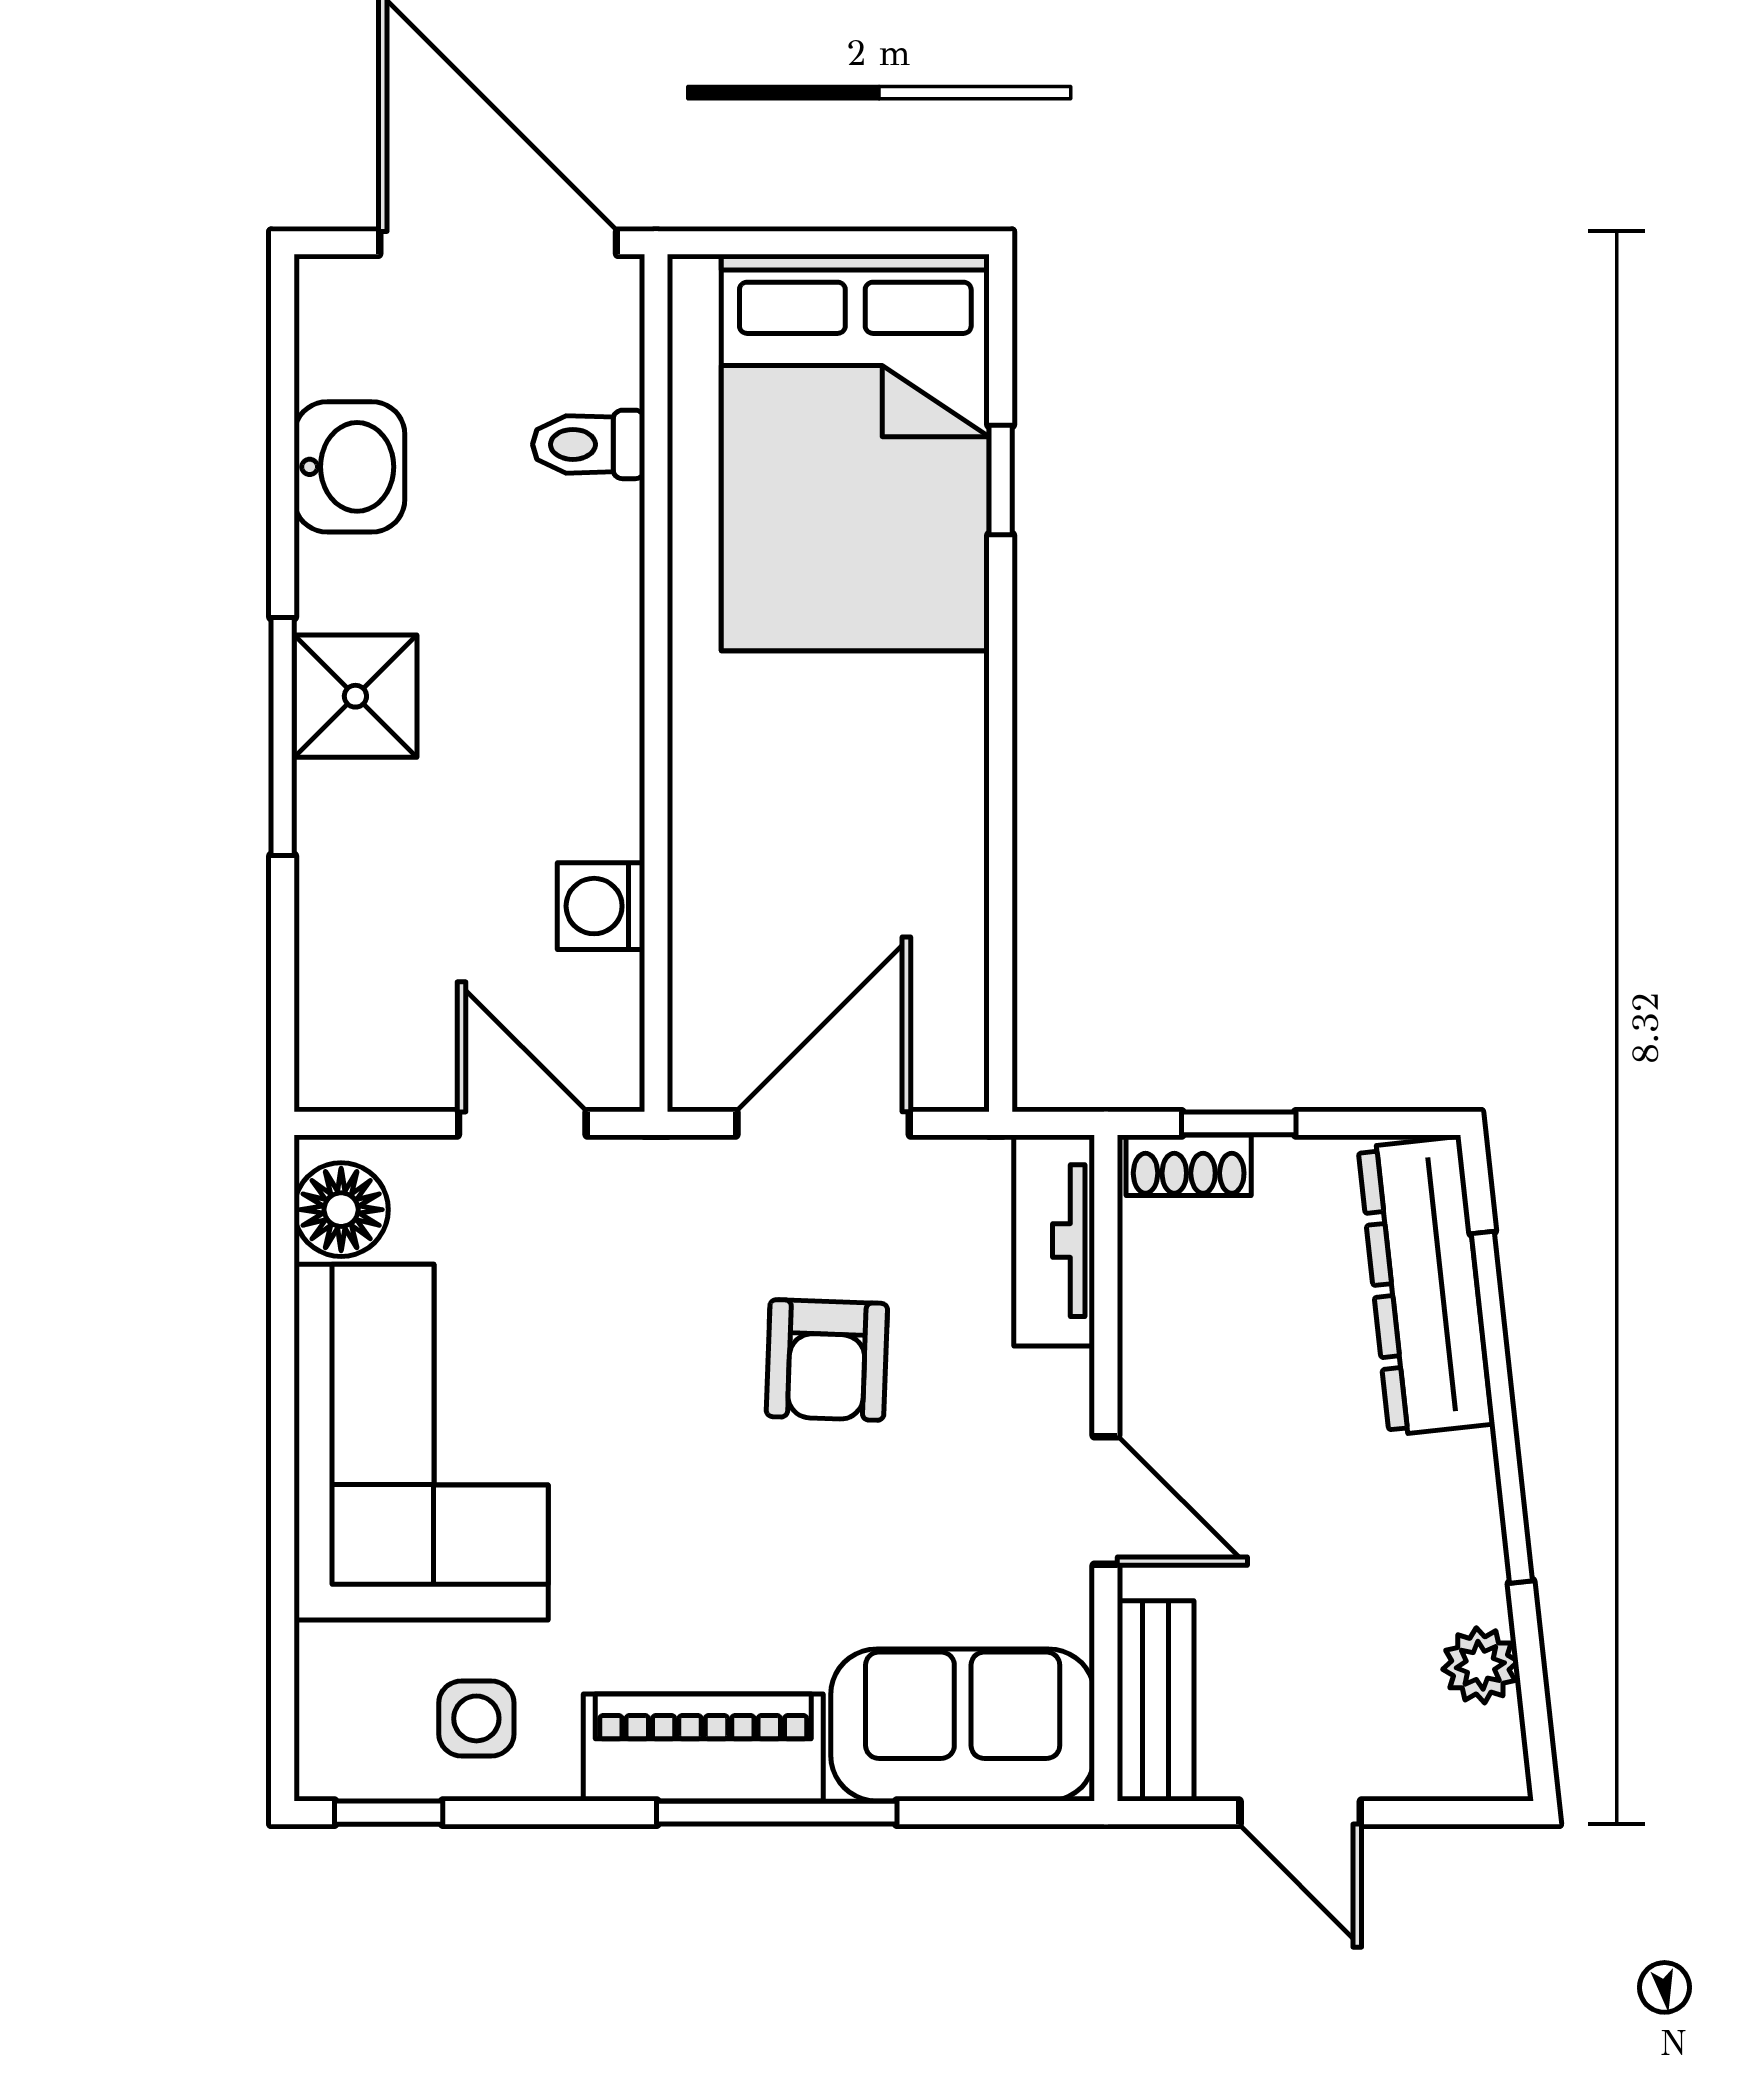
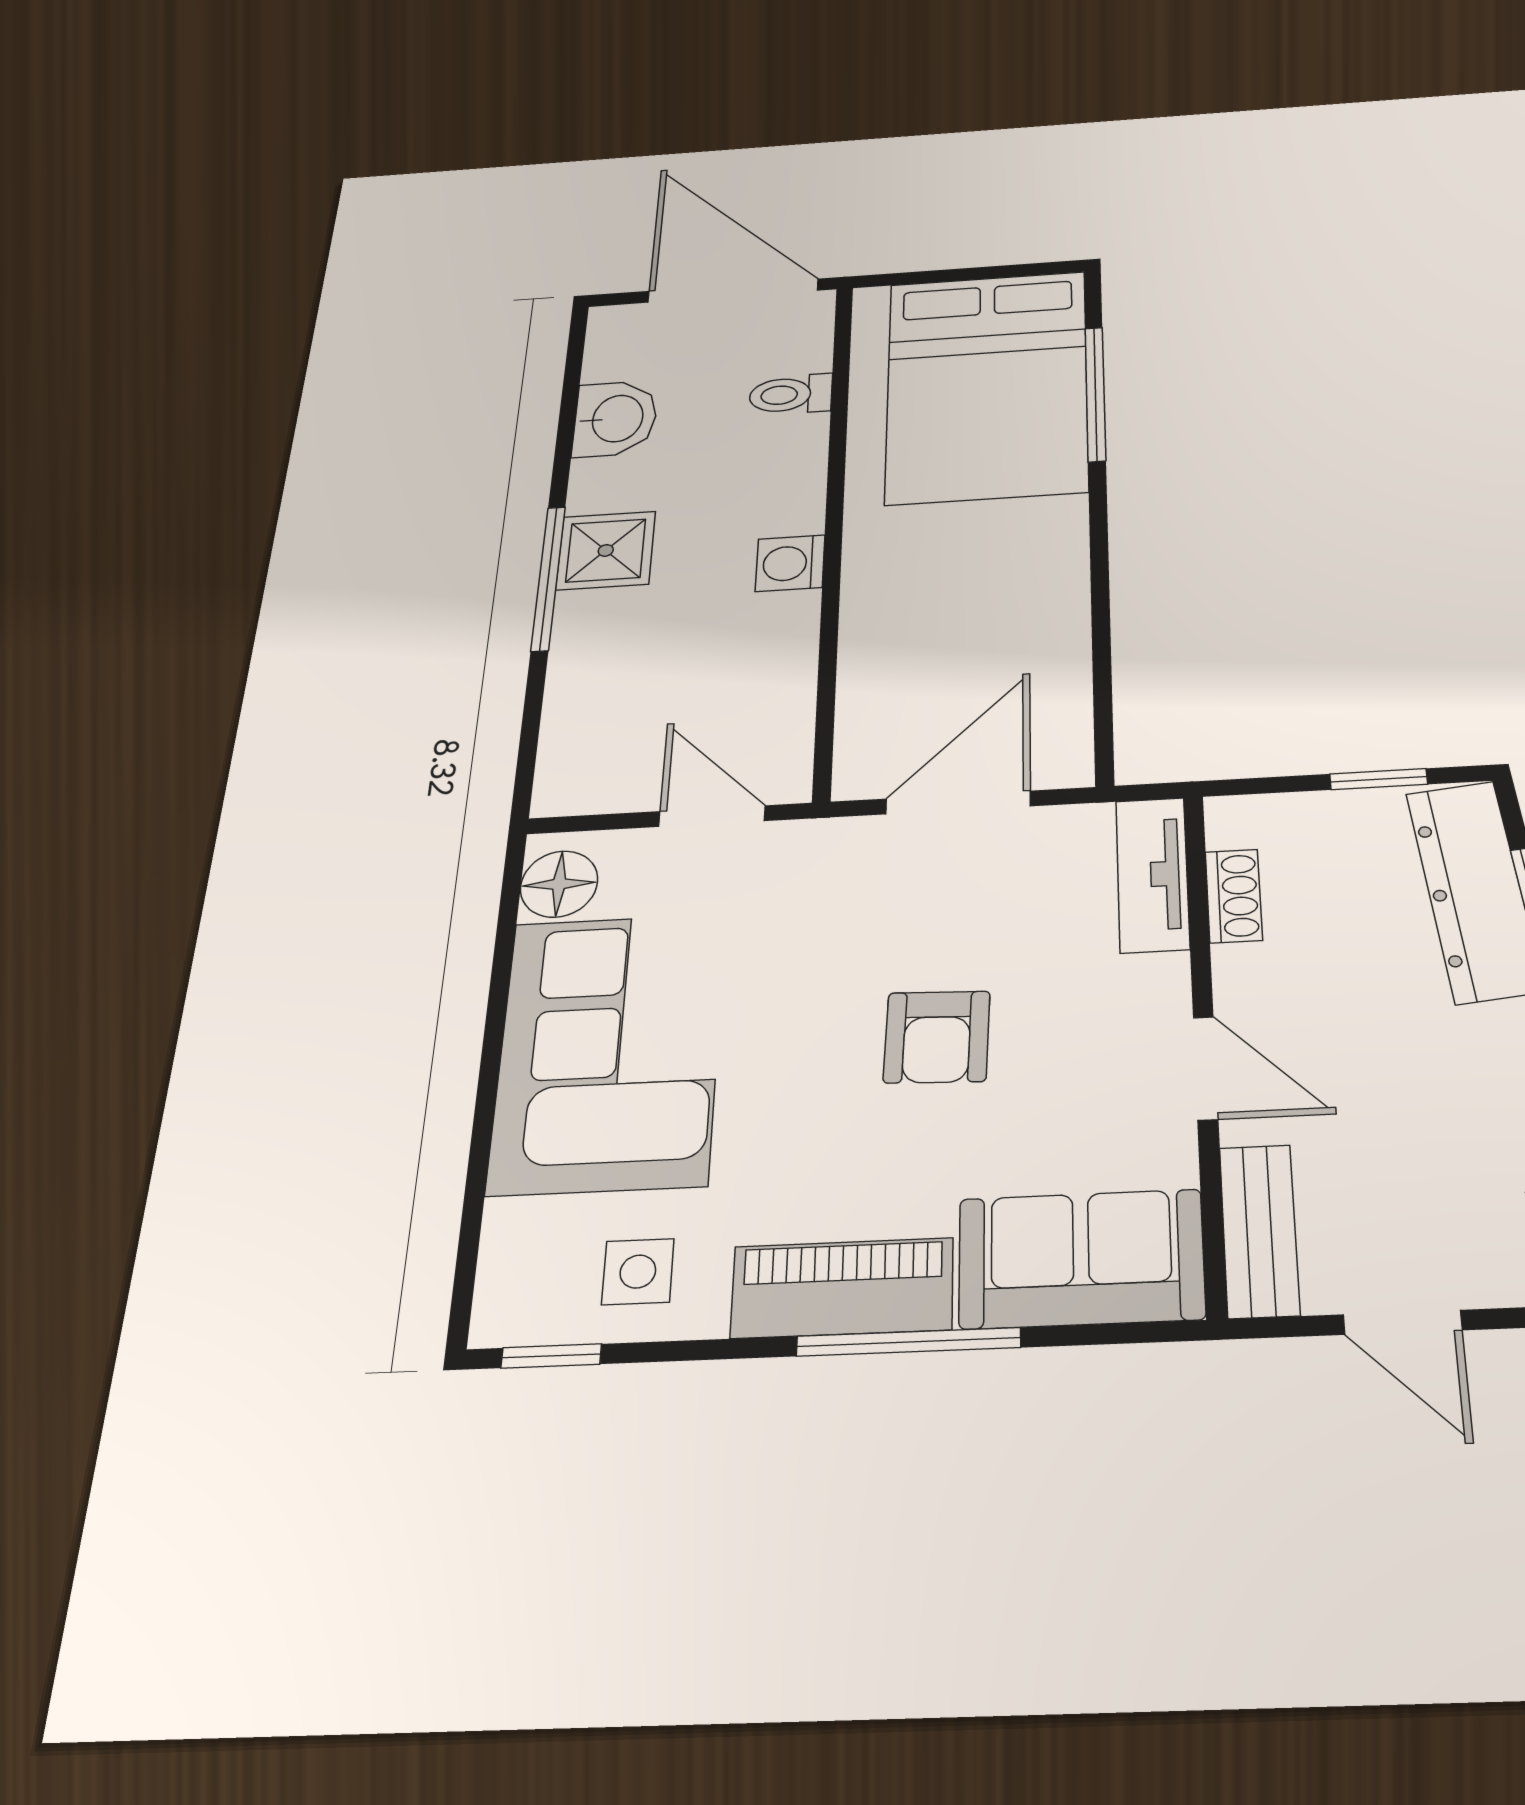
window: (1001, 480) -> (1095, 394), width x2.17
washing machine: (601, 906) -> (790, 563), moved
window: (1239, 1123) -> (1378, 779), moved
shoe rack: (1189, 1165) -> (1234, 896), moved, turned -90
armchair: (827, 1360) -> (937, 1037), moved

